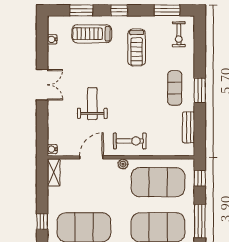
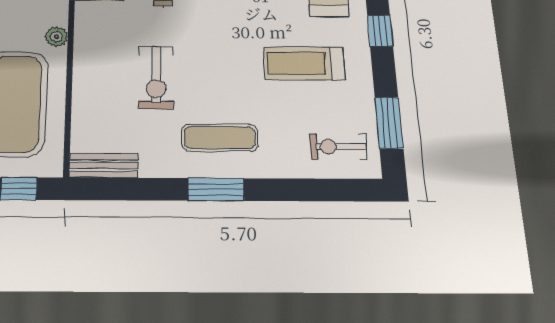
bench: (189, 127) -> (104, 166), moved
exercise bike: (130, 141) -> (156, 77), moved

